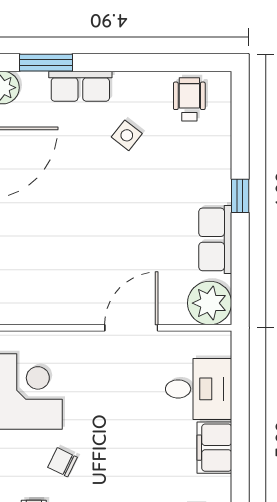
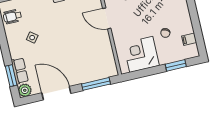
row of seats: (80, 86) -> (20, 71), moved

